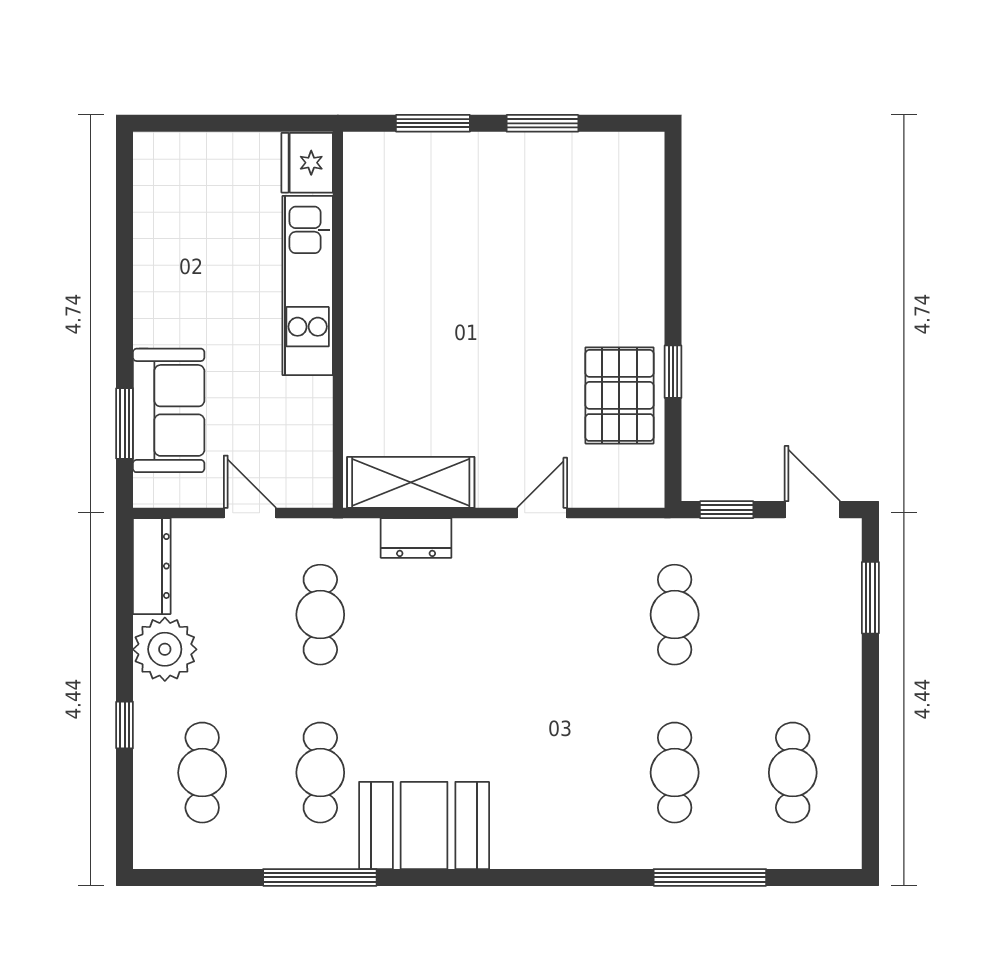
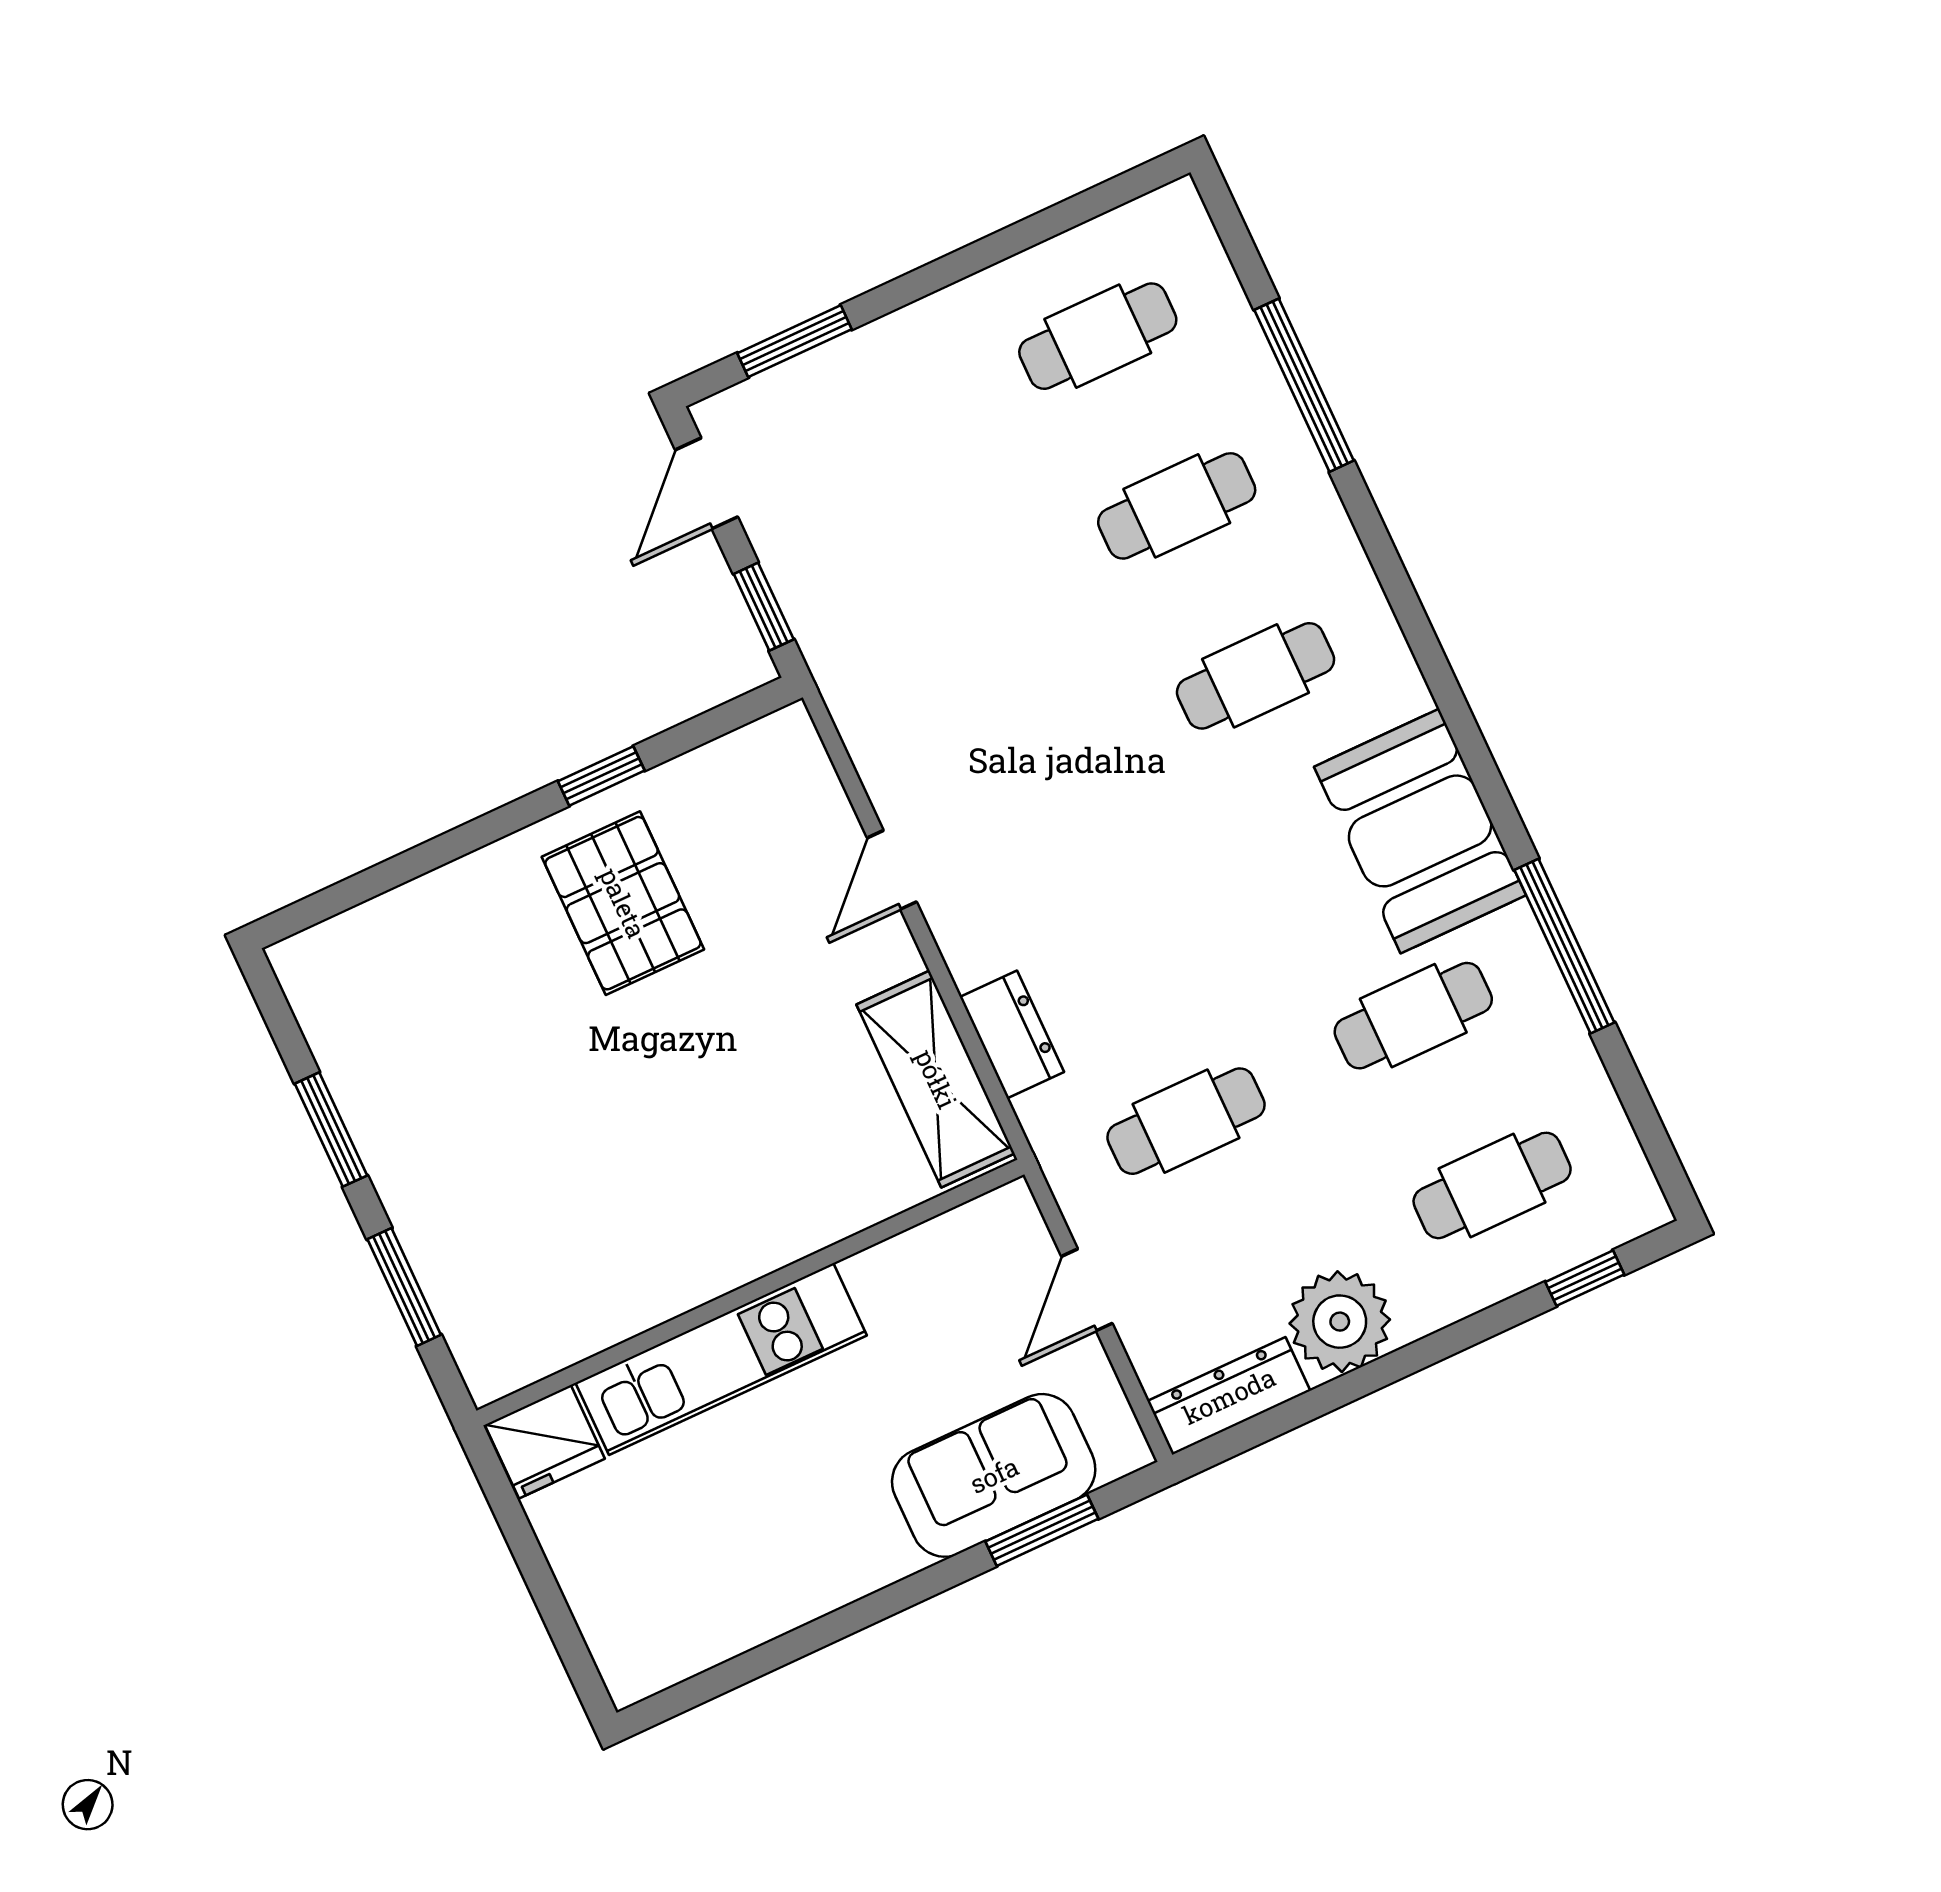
pallet: (619, 395) -> (623, 903), moved, turned 90
door: (542, 513) -> (892, 870), hinge flipped
cafe table: (675, 615) -> (1256, 676), moved
window: (125, 725) -> (1585, 1278), moved

